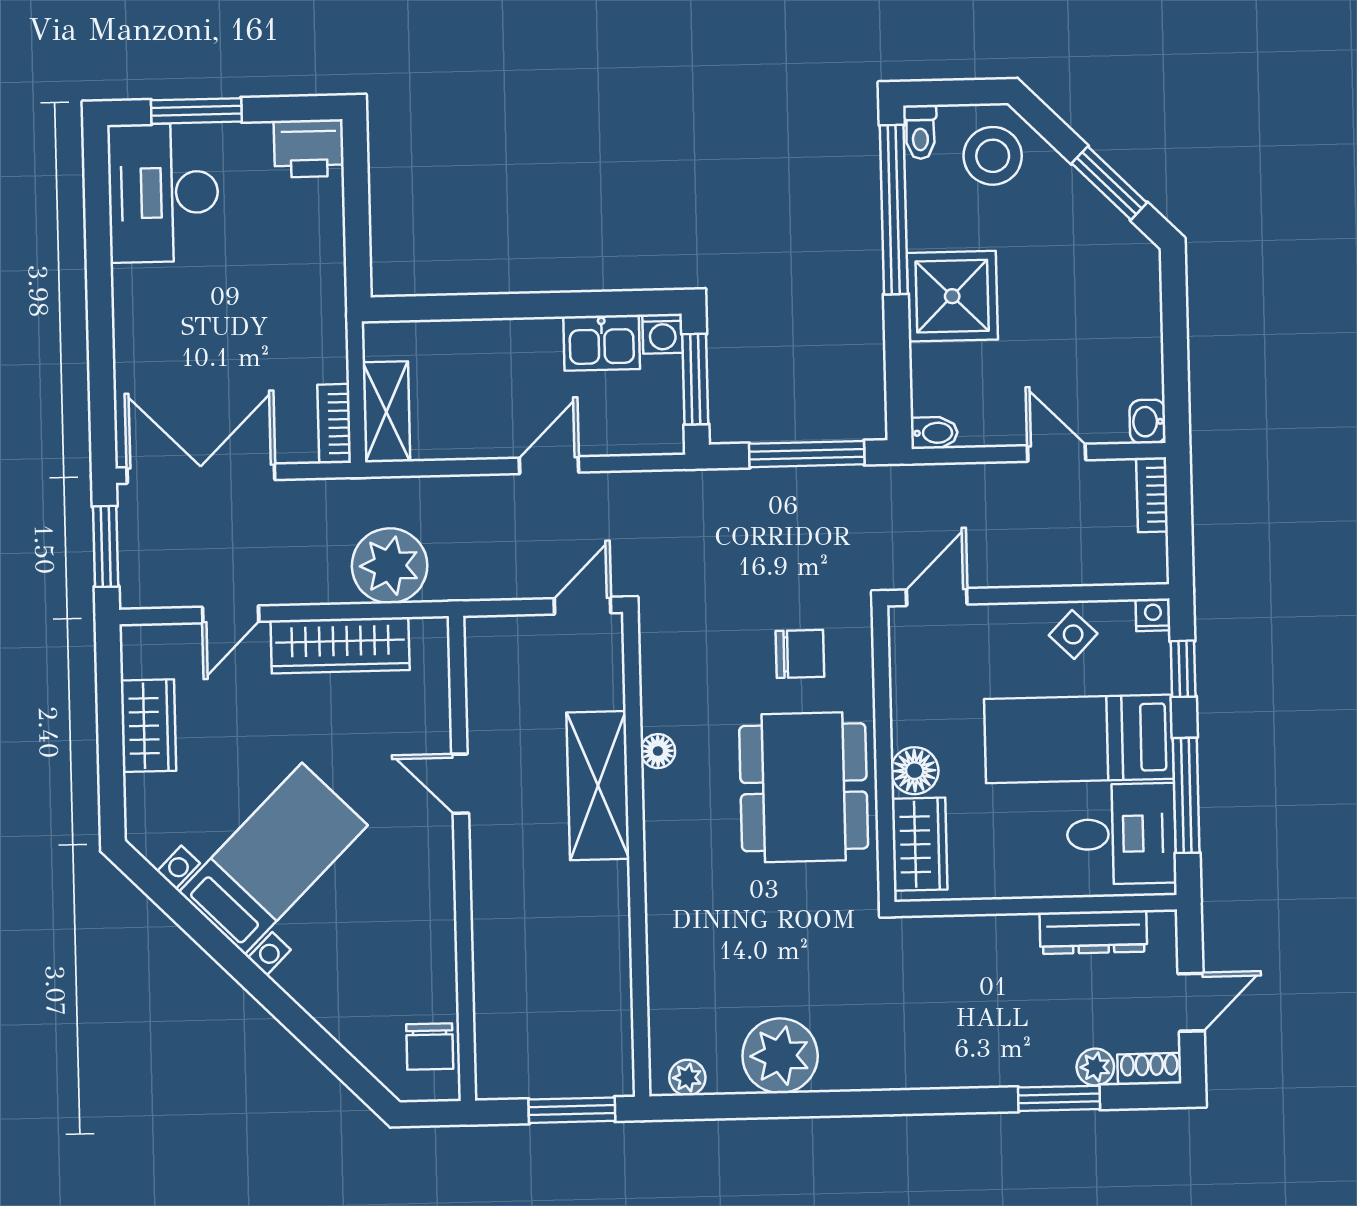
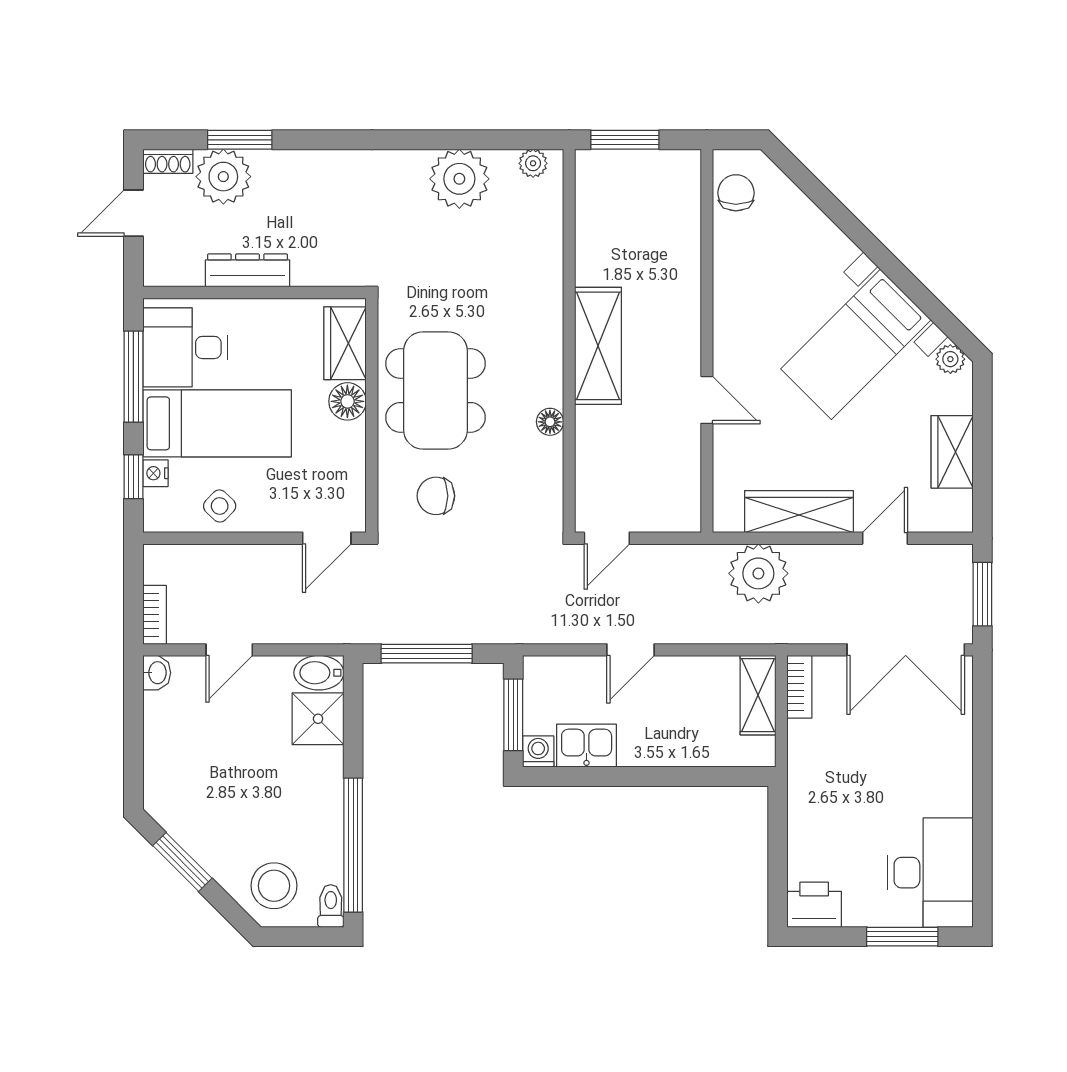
shower: (952, 296) -> (318, 719), moved, width x0.73, depth x0.73
bidet: (934, 433) -> (319, 673), width x1.38, depth x1.36
door: (1057, 453) -> (229, 650), hinge flipped
nightstand: (1153, 615) -> (155, 473), moved, turned 90
shelving: (598, 786) -> (598, 346), moved
plant: (153, 843) -> (950, 359), added
dresser: (1093, 932) -> (248, 270), moved
plant: (1095, 1067) -> (223, 177), width x1.87, depth x1.87

